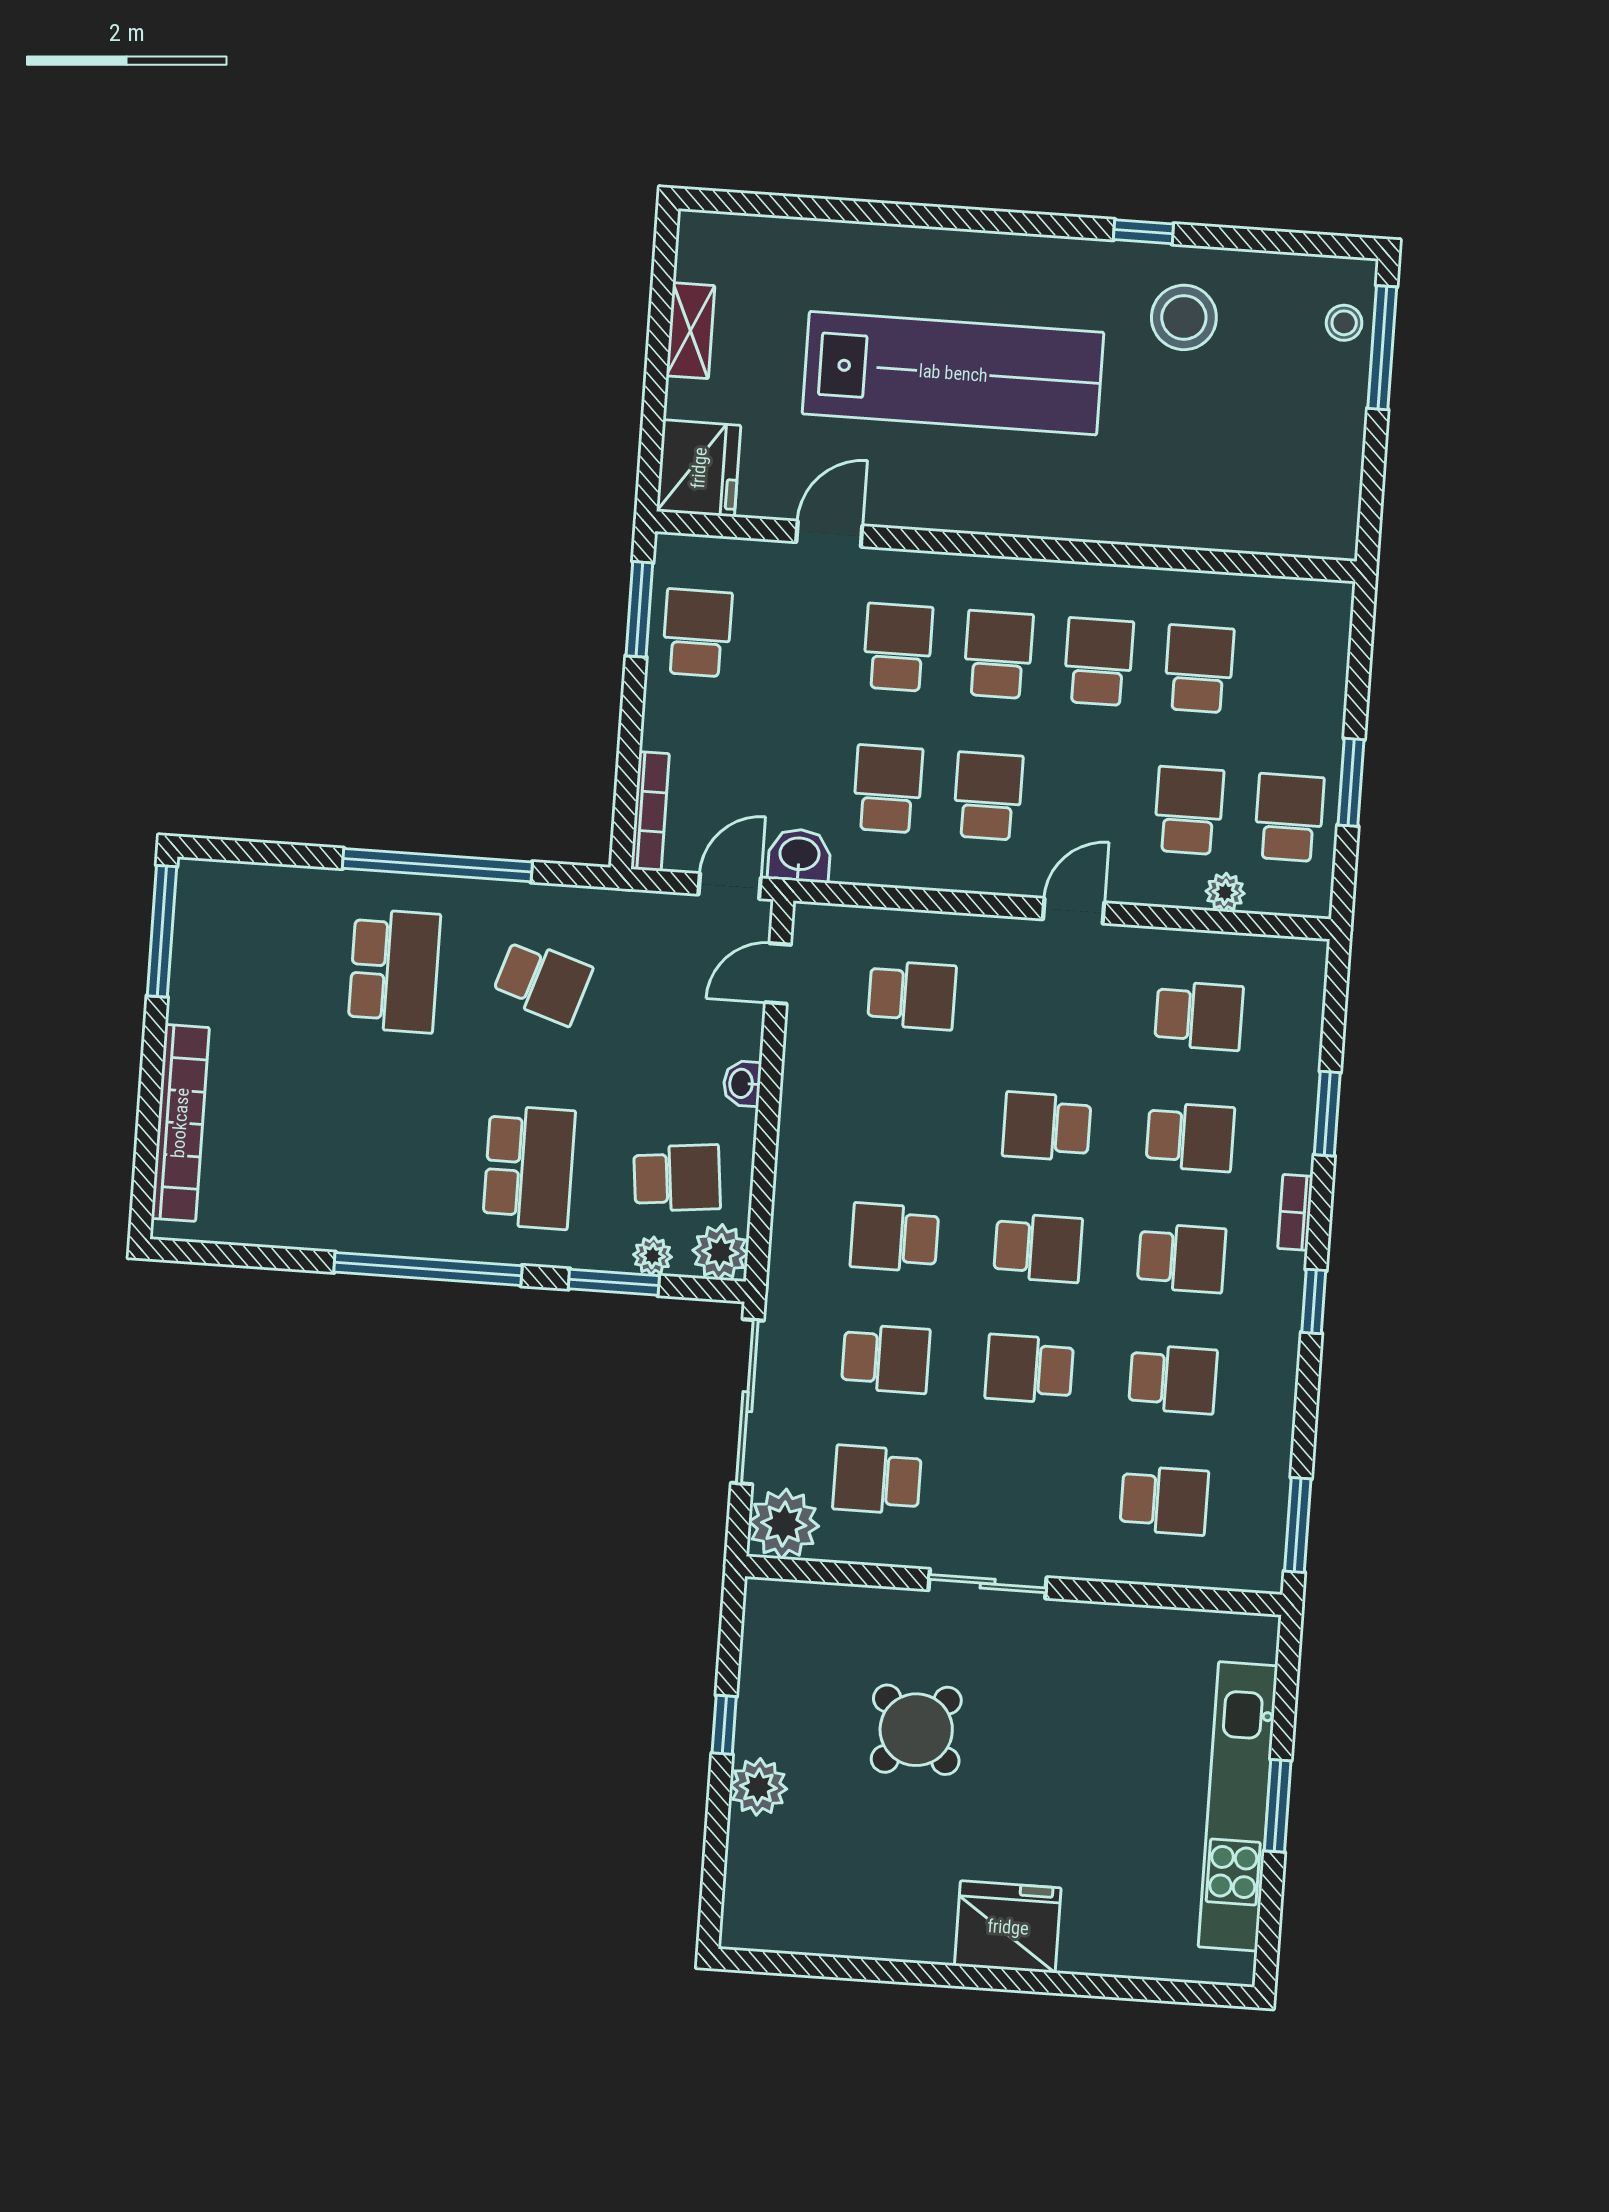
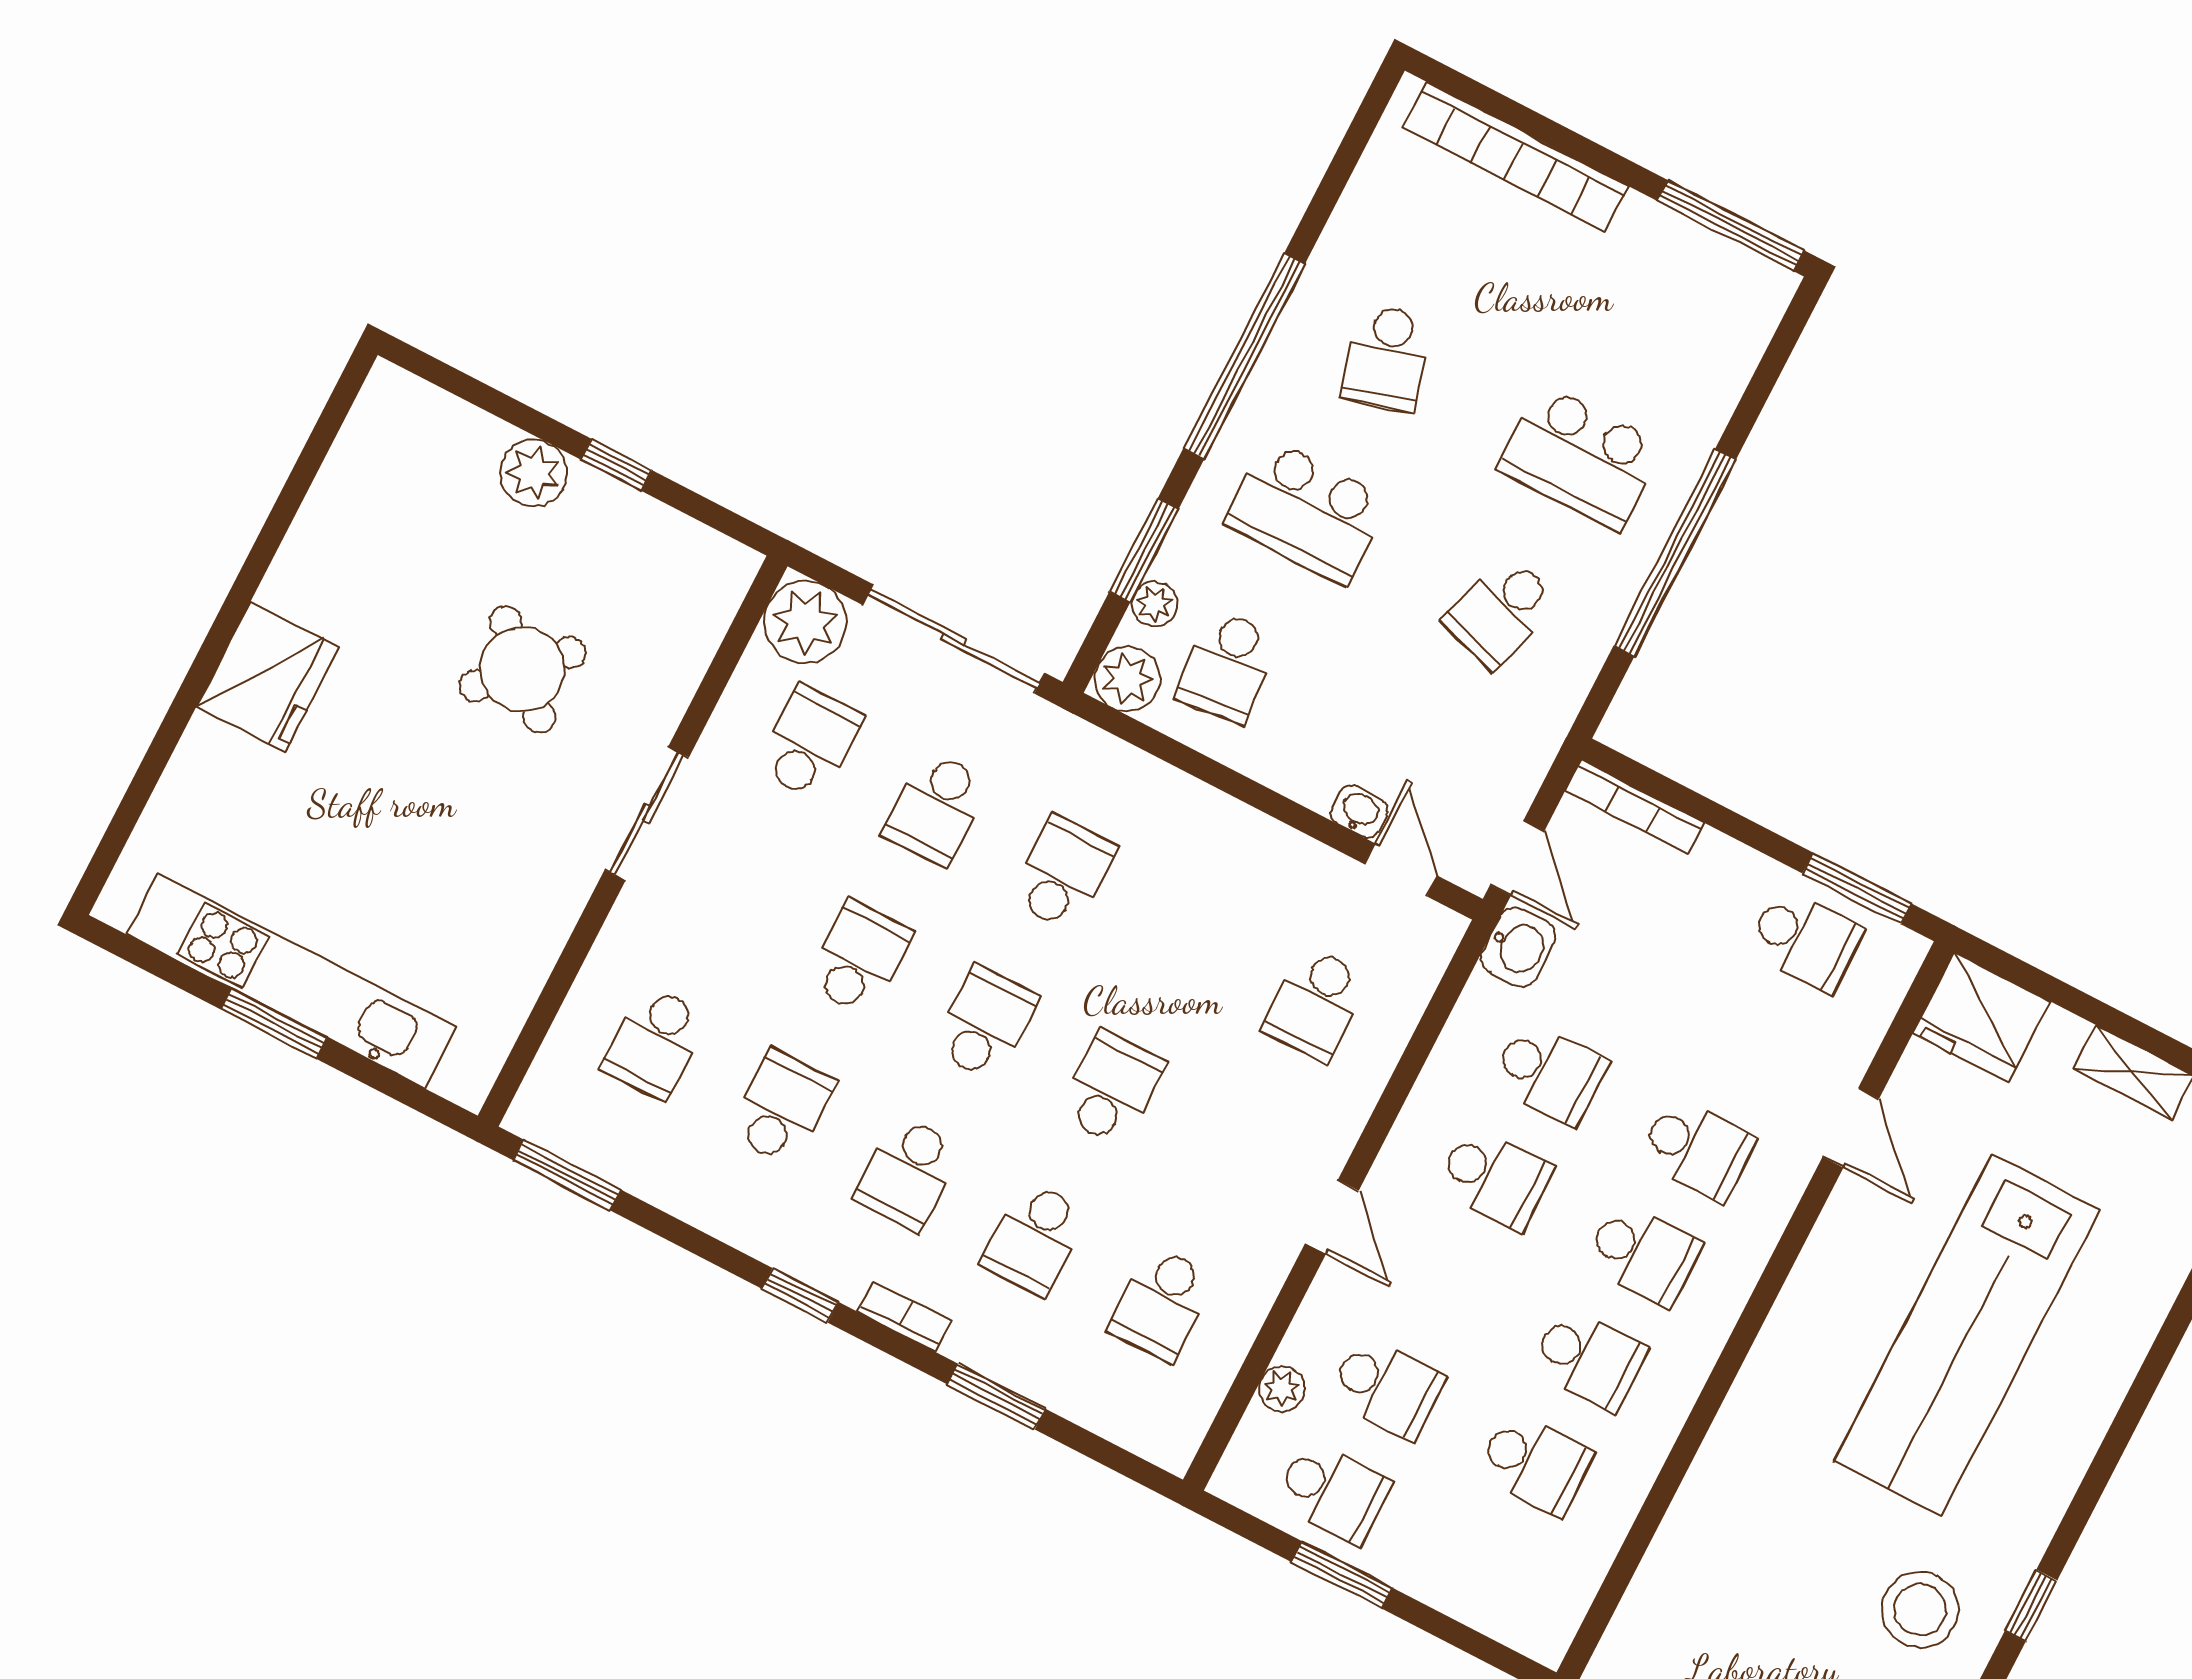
washbasin: (742, 1083) -> (1359, 811), moved
school desk: (381, 1157) -> (1387, 357), added
school desk: (1038, 1248) -> (985, 1023), turned 180
school desk: (1173, 1379) -> (781, 1108), turned 180

